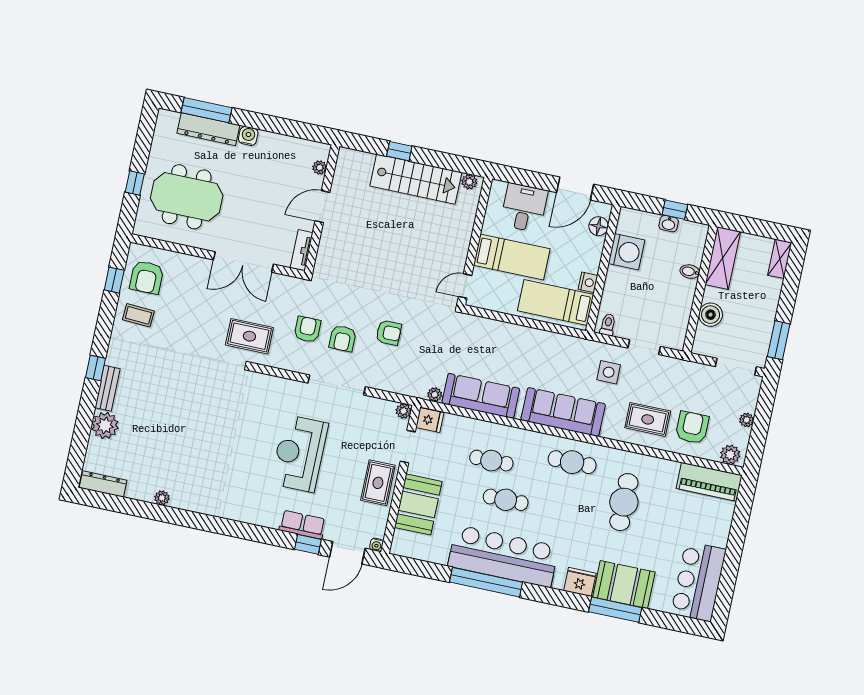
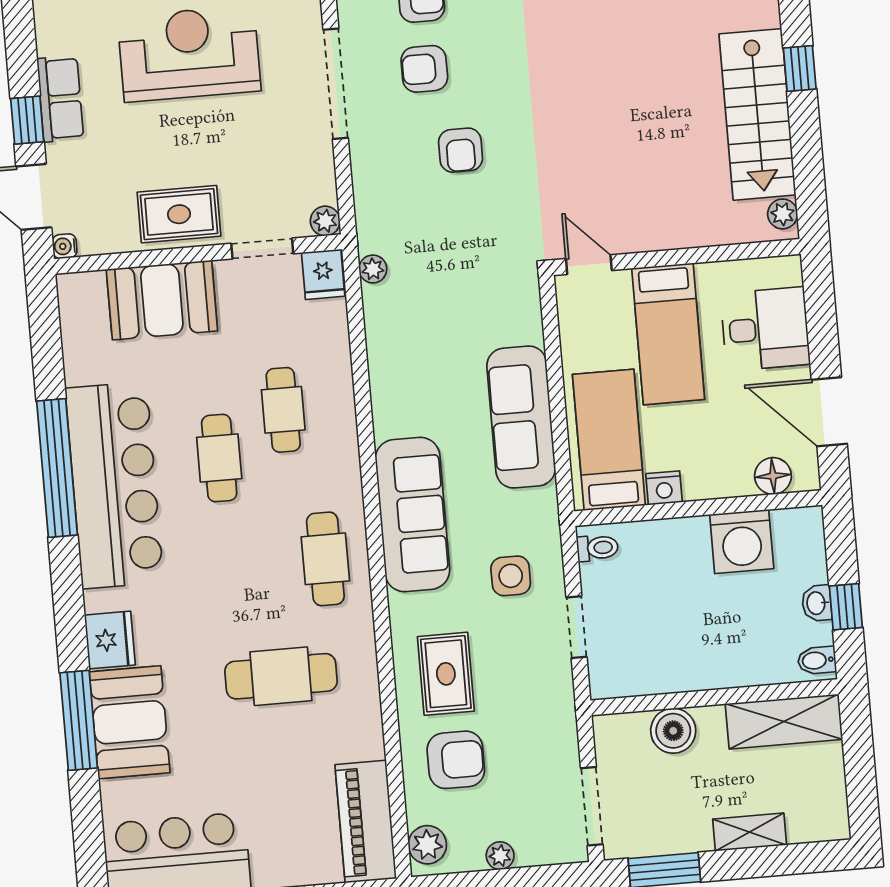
shelving: (780, 259) -> (750, 832), moved
bidet: (690, 272) -> (817, 660), moved, turned -90
sofa: (481, 396) -> (521, 417), moved, turned 180

